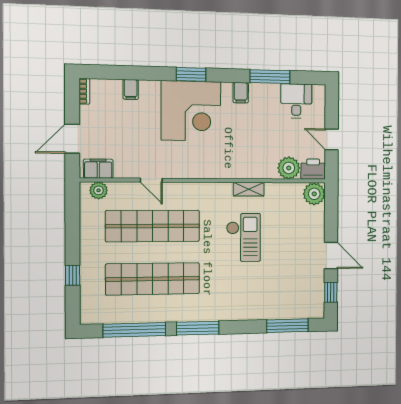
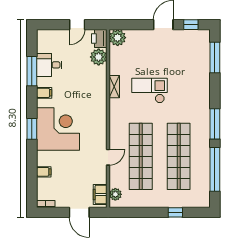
desk: (296, 101) -> (49, 65), moved

